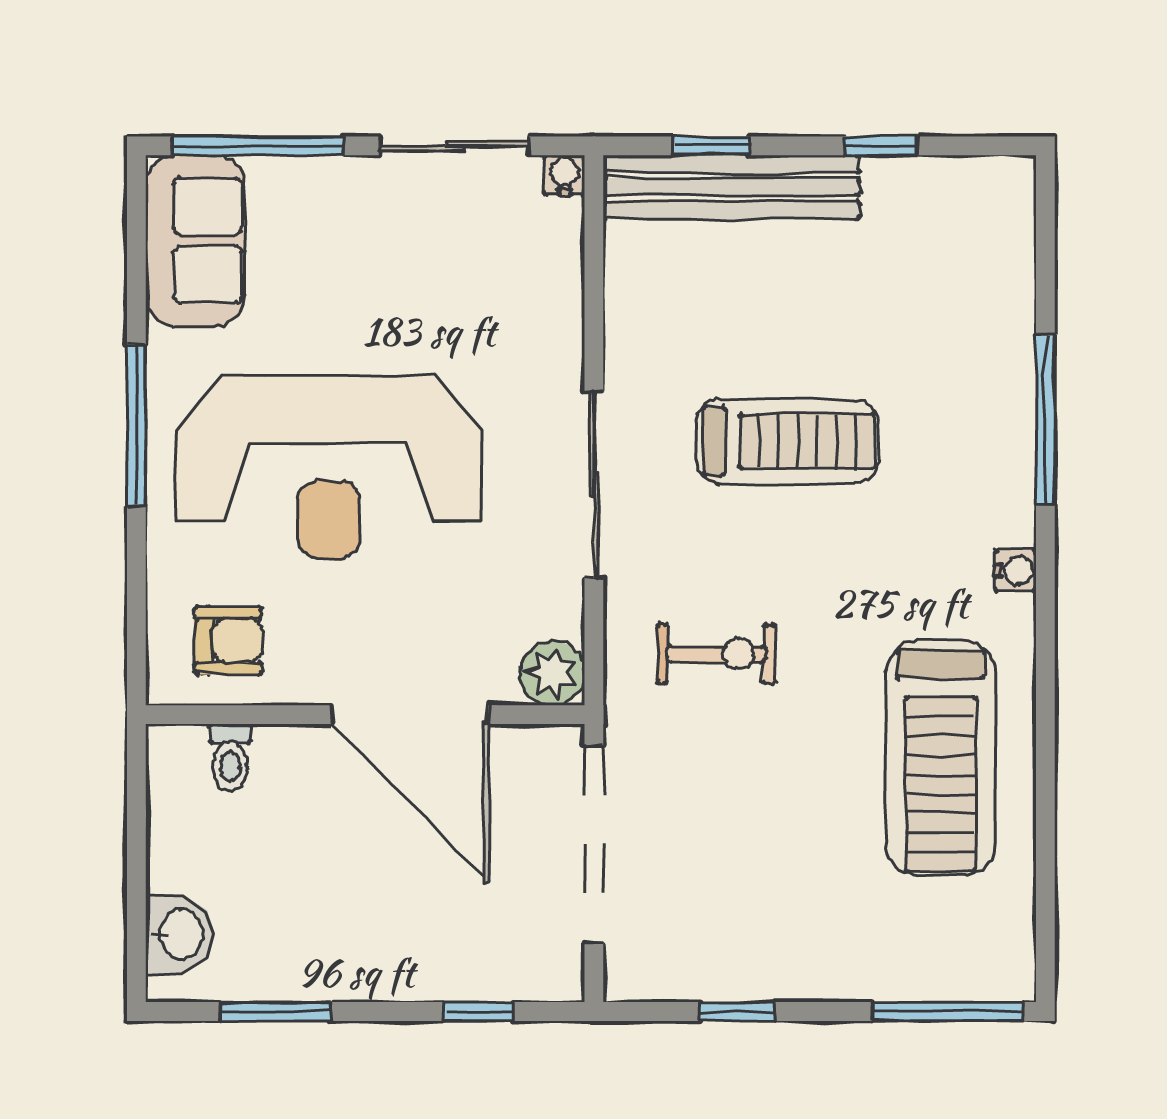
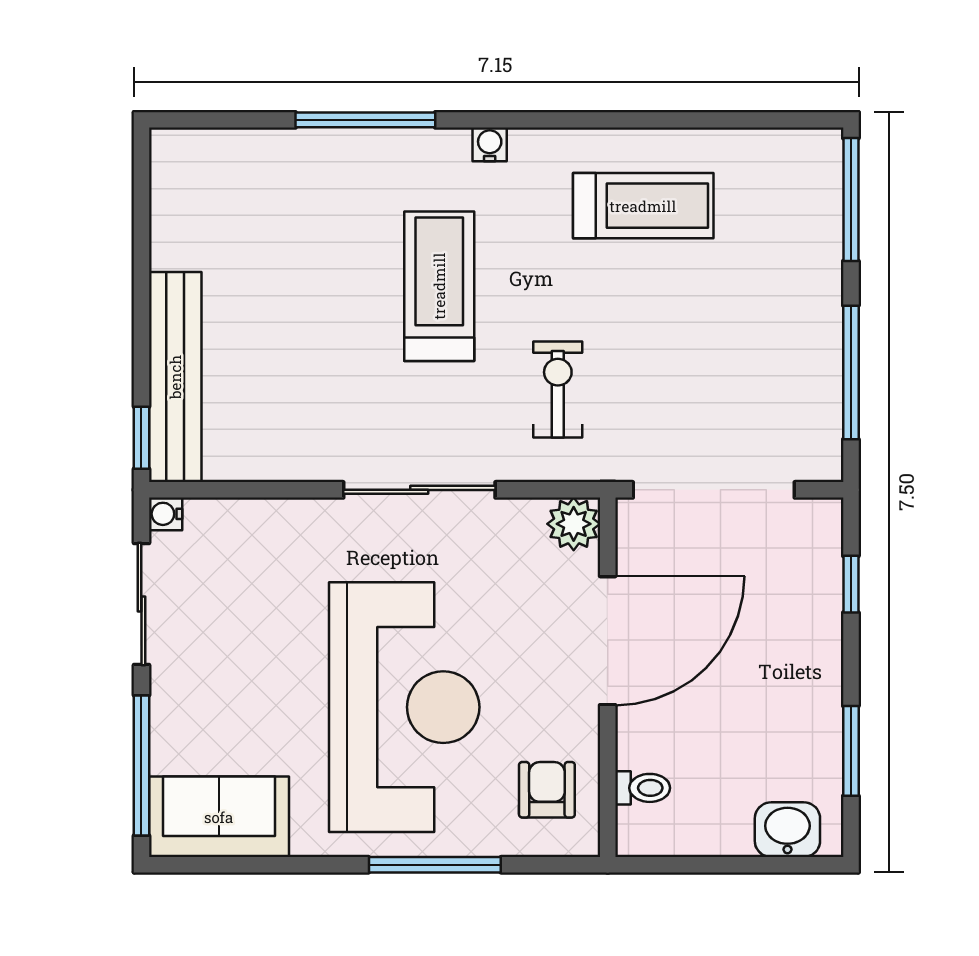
window: (711, 146) -> (141, 438), moved
window: (881, 146) -> (141, 255), removed
window: (136, 425) -> (435, 865), moved
treadmill: (787, 441) -> (439, 286), moved
treadmill: (941, 758) -> (643, 206), width x0.73, depth x0.73
window: (737, 1012) -> (851, 372), width x2.17

